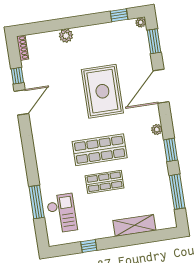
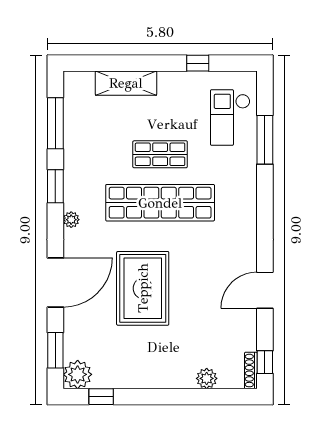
plant: (141, 22) -> (78, 374), width x1.87, depth x1.87
plant: (66, 36) -> (207, 378), moved
window: (17, 76) -> (265, 362), moved
shop shelf: (100, 150) -> (160, 203), width x1.40

